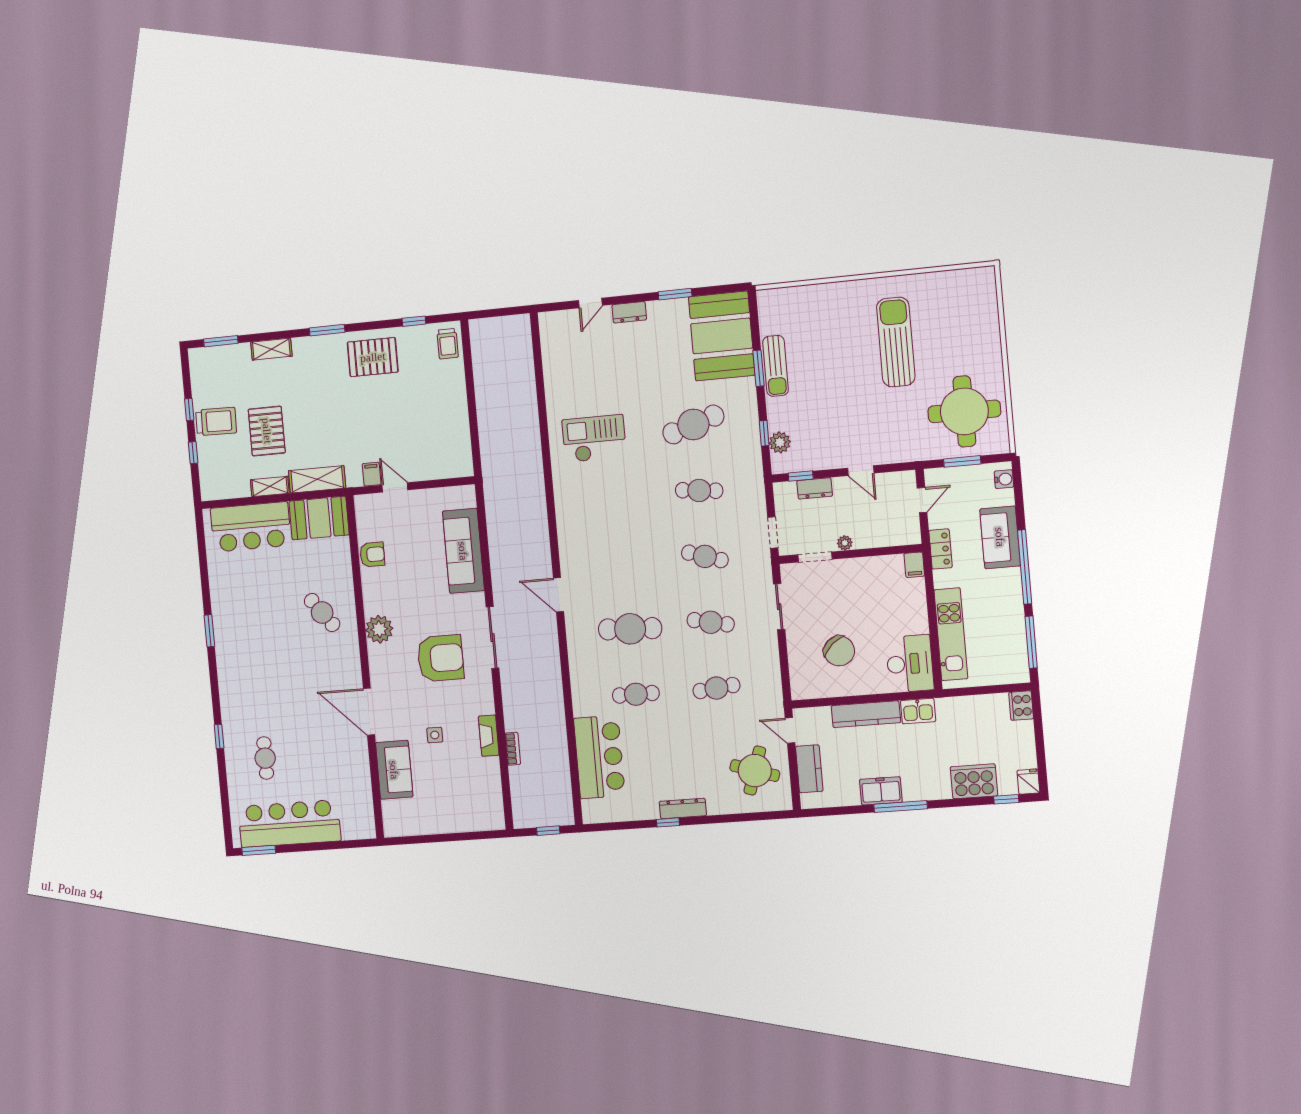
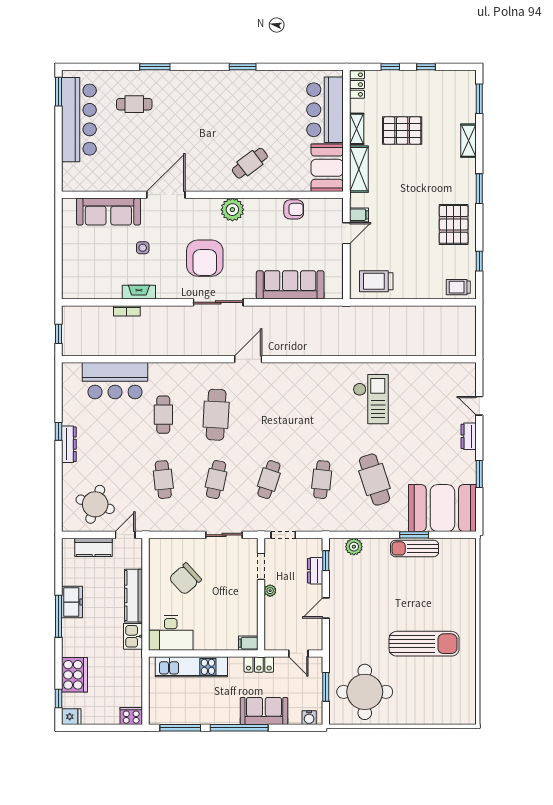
trolley: (216, 421) -> (376, 281), moved, turned 89
window: (764, 433) -> (362, 535), removed
locker: (218, 491) -> (357, 85), added
armchair: (372, 554) -> (294, 209), turned -90
window: (219, 736) -> (155, 67), width x1.50
sofa: (394, 770) -> (108, 212), width x1.36

